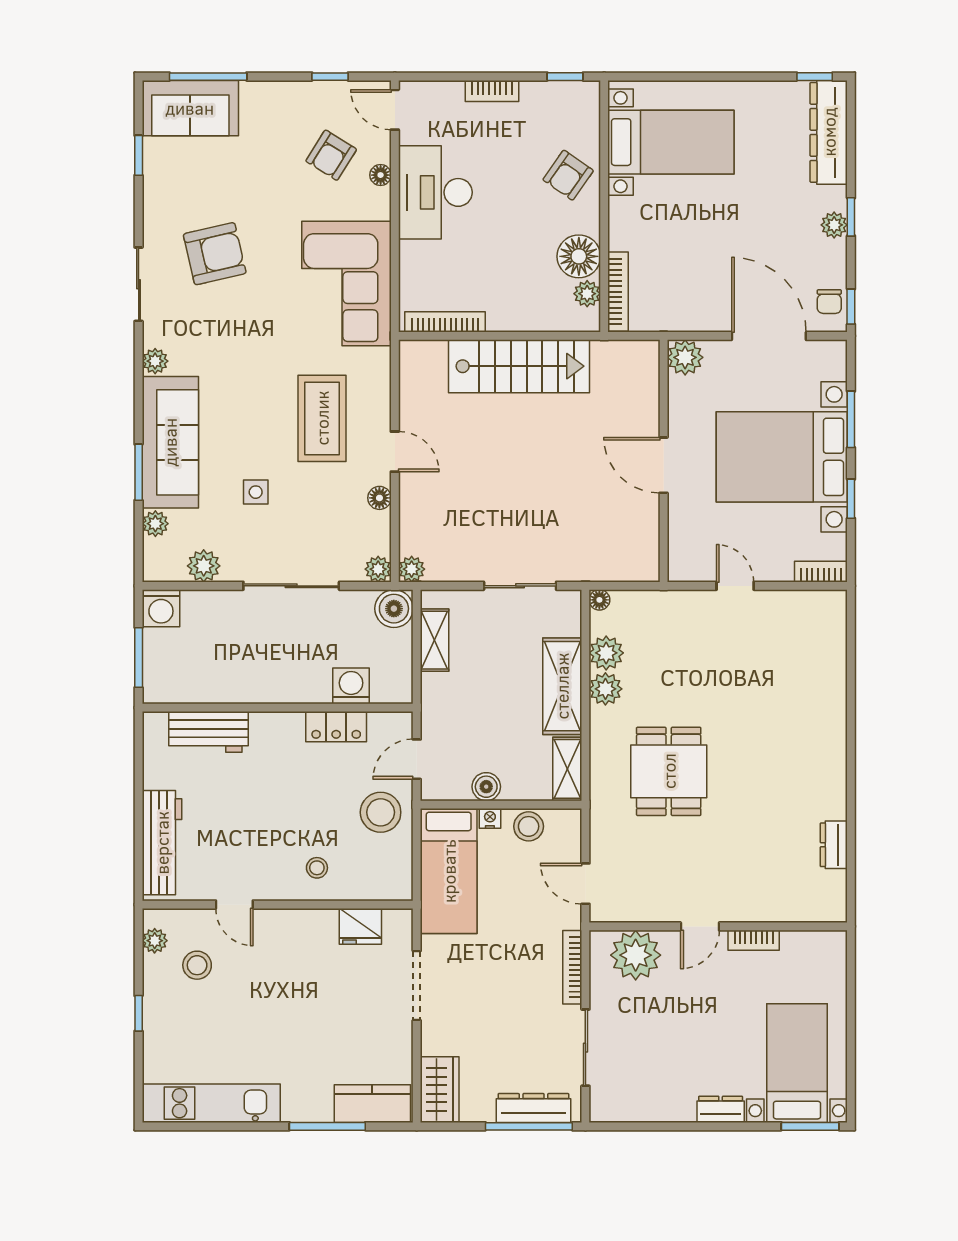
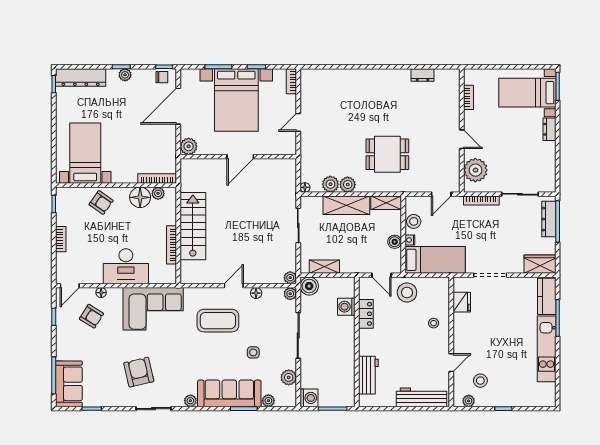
desk: (435, 192) -> (126, 266), moved
bookcase: (445, 322) -> (172, 245), moved
bookcase: (754, 940) -> (468, 97), moved
kitchen unit: (211, 1103) -> (547, 349), moved

